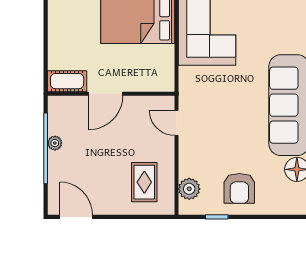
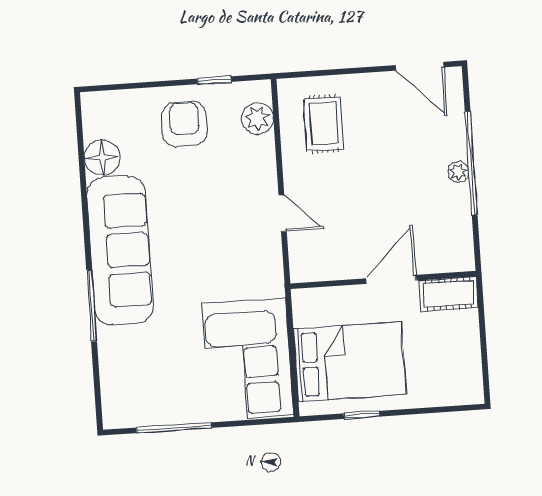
cot: (67, 81) -> (449, 294), moved
door: (106, 94) -> (391, 279), moved
wall: (111, 94) -> (383, 280), moved

